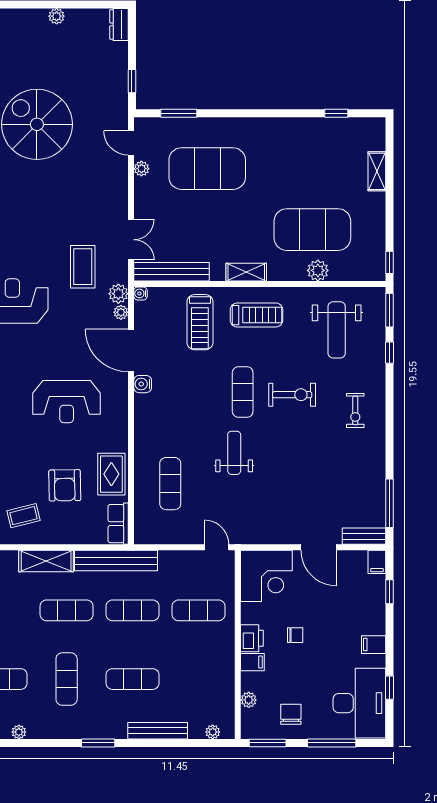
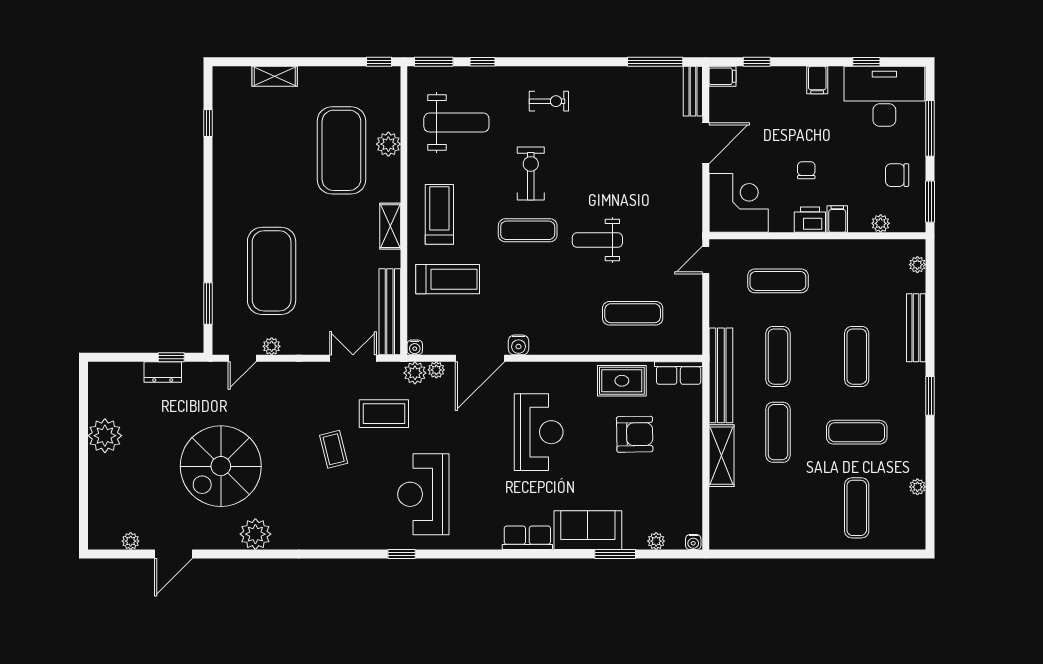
plant: (57, 16) -> (105, 436), width x1.88, depth x1.88
dresser: (119, 24) -> (163, 372), moved
coffee table: (24, 516) -> (334, 449), moved
exercise mat: (199, 610) -> (778, 281), turned 90

